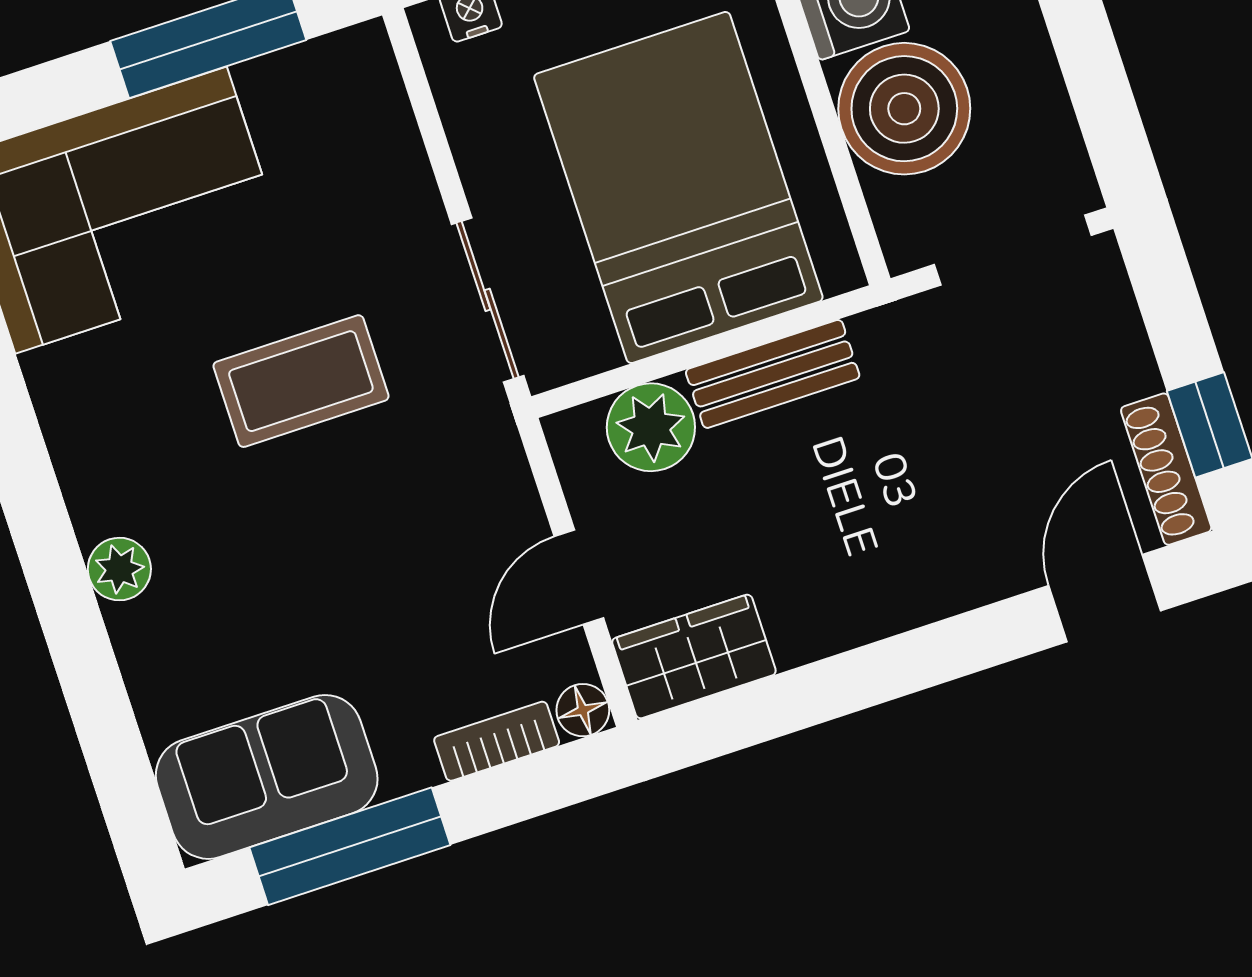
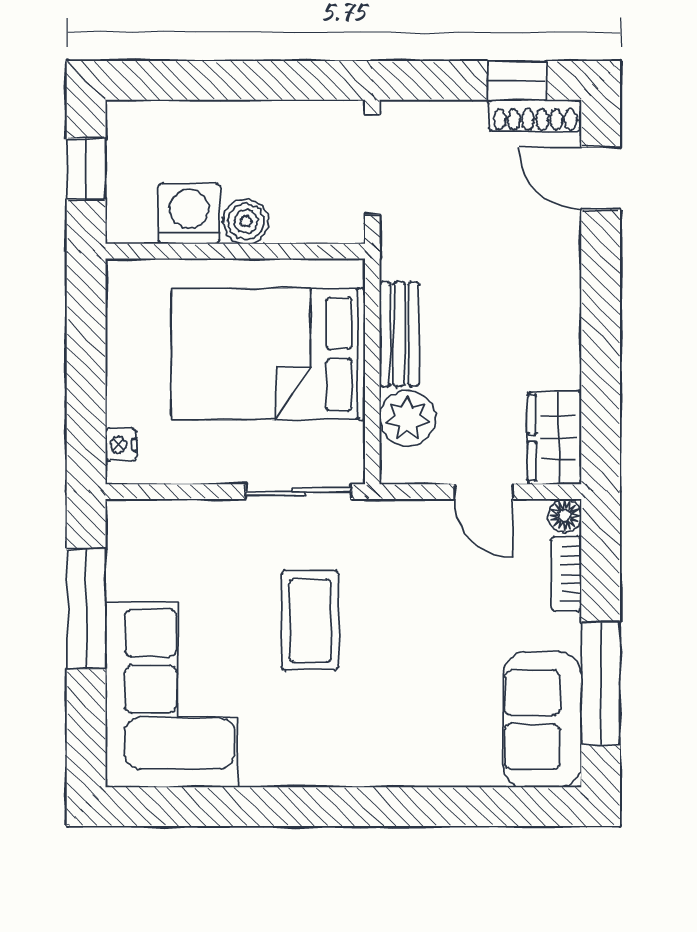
boiler: (904, 109) -> (246, 221), width x0.54, depth x0.54
plant: (119, 569) -> (388, 767), removed

